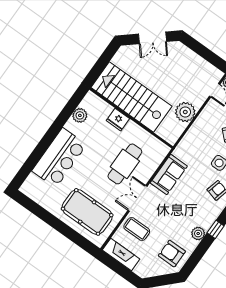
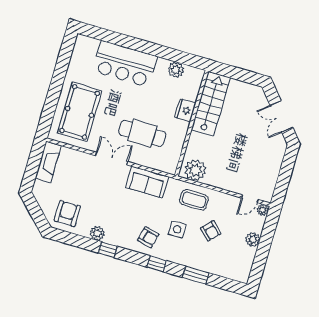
stairs: (131, 97) -> (211, 104), width x0.73, depth x0.66
plant: (185, 112) -> (195, 170), moved
coffee table: (137, 229) -> (194, 200), moved, turned 90

